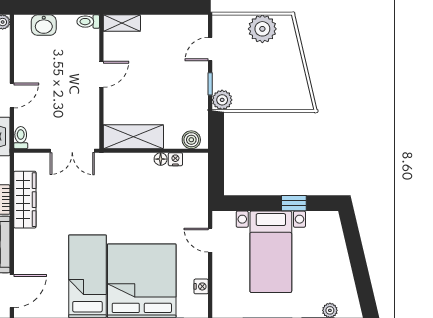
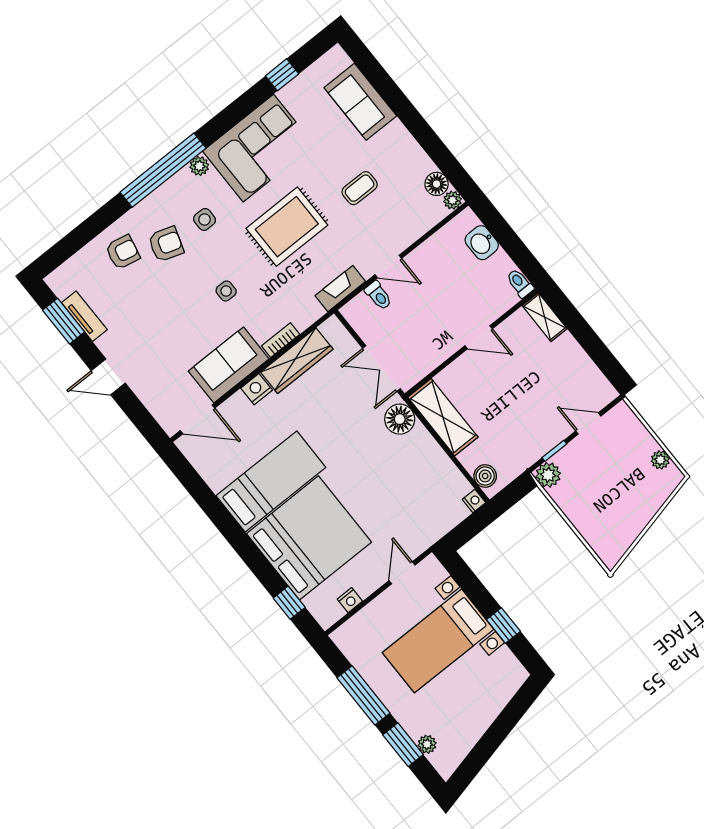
plant: (262, 29) -> (660, 460), width x0.53, depth x0.53
toilet: (21, 138) -> (378, 295), moved, turned 90
floor lamp: (161, 159) -> (400, 419), moved, width x1.89, depth x1.89
nightstand: (175, 159) -> (474, 501), moved
nightstand: (23, 239) -> (257, 389), added

